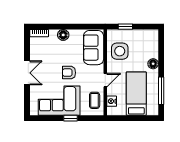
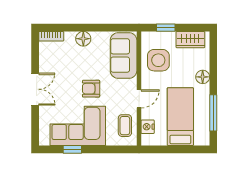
wardrobe: (144, 36) -> (190, 40), added
window: (71, 118) -> (72, 149), moved

